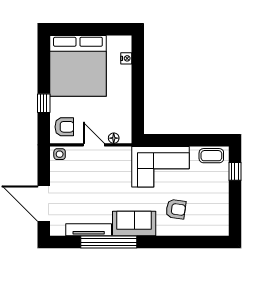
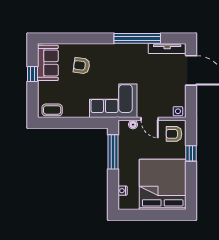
window: (138, 105) -> (113, 152), added
corner sofa: (160, 167) -> (113, 101), moved
window: (235, 171) -> (33, 74), moved
sofa: (134, 223) -> (48, 63), moved, turned -90
tv unit: (89, 230) -> (167, 49), moved

